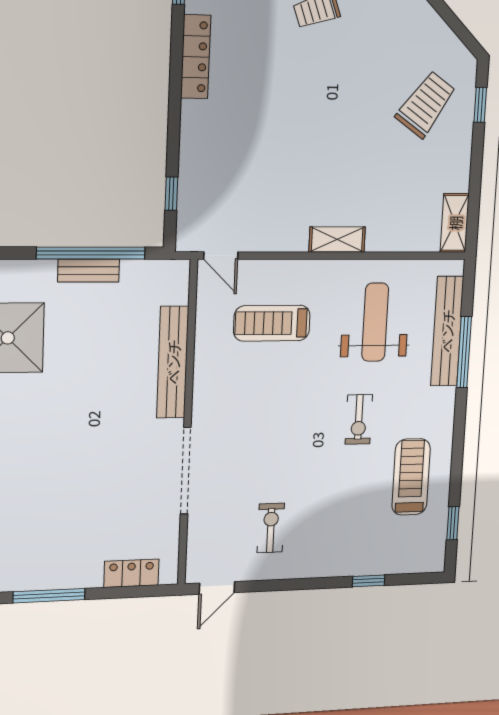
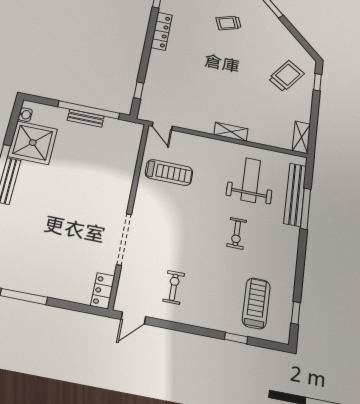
treadmill: (272, 323) -> (169, 172), moved, turned 180
bench: (173, 362) -> (126, 176), removed
treadmill: (411, 477) -> (256, 303), moved
locker: (131, 573) -> (103, 291), moved, turned -90

